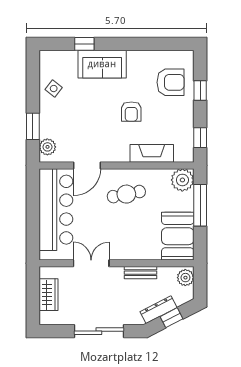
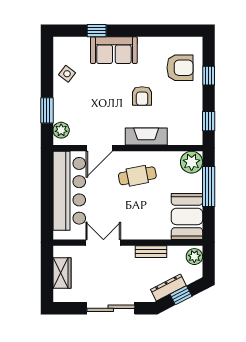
fireplace: (152, 153) -> (146, 136), moved

